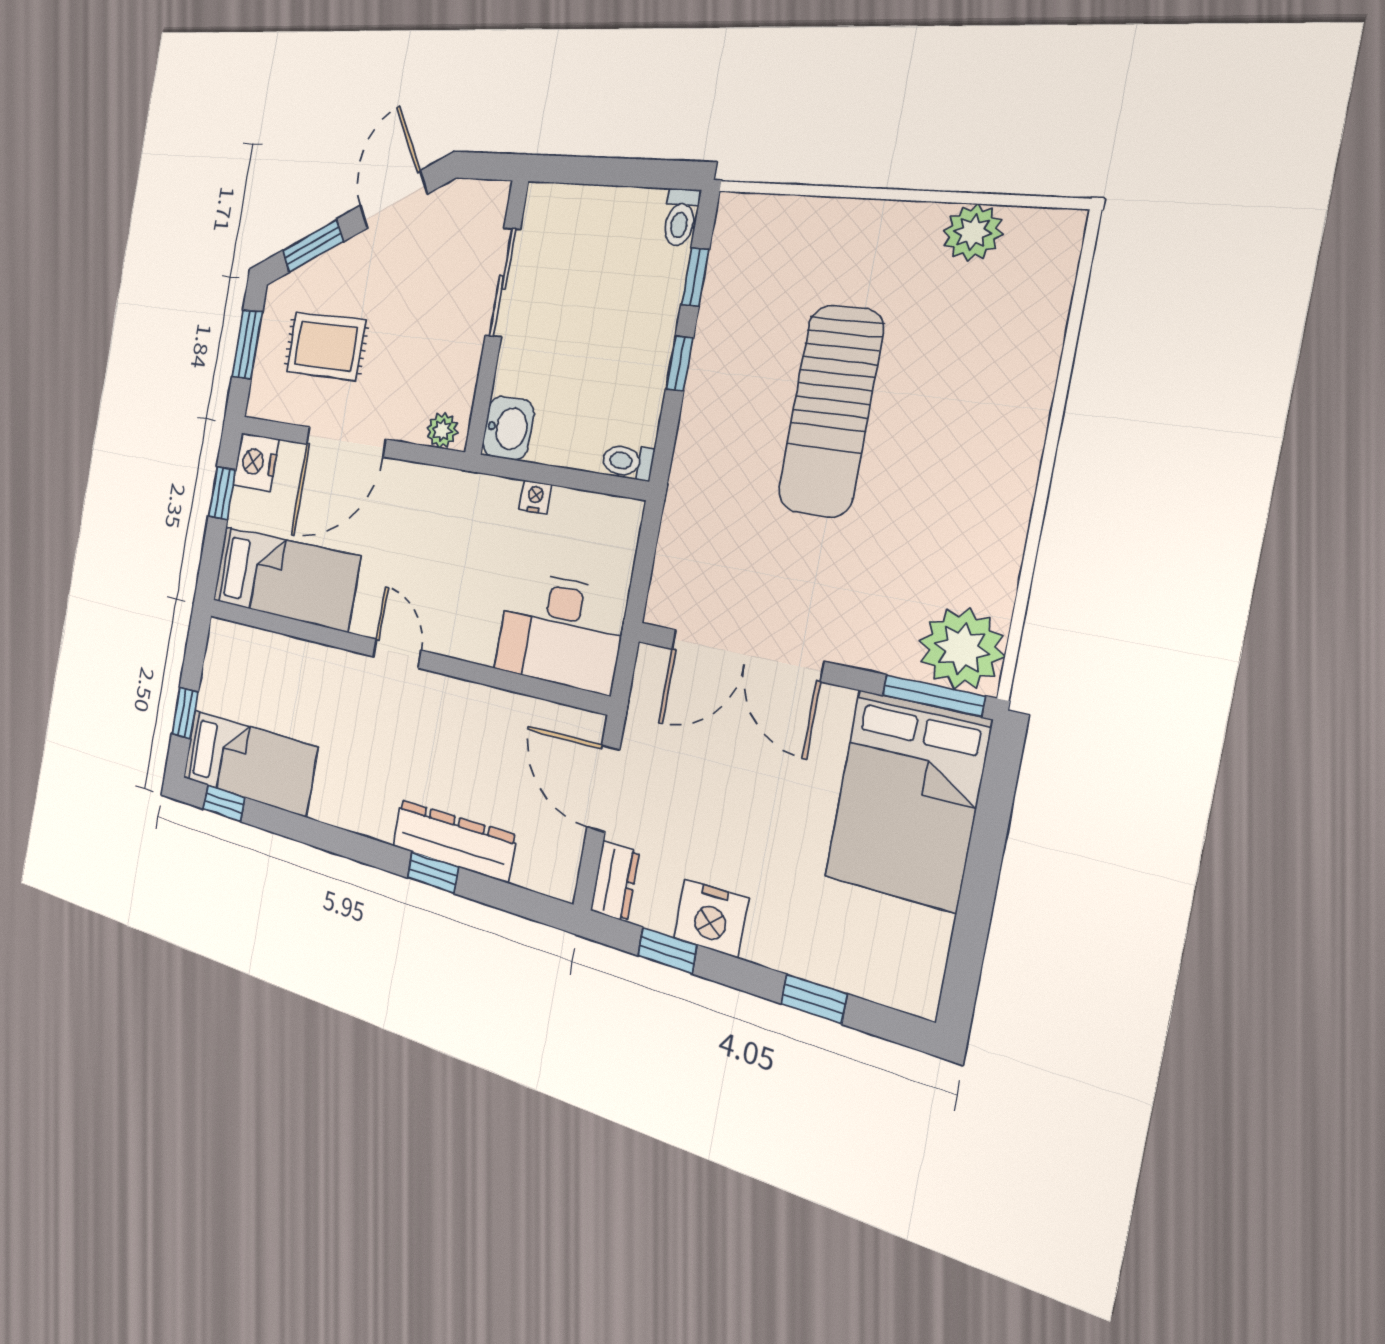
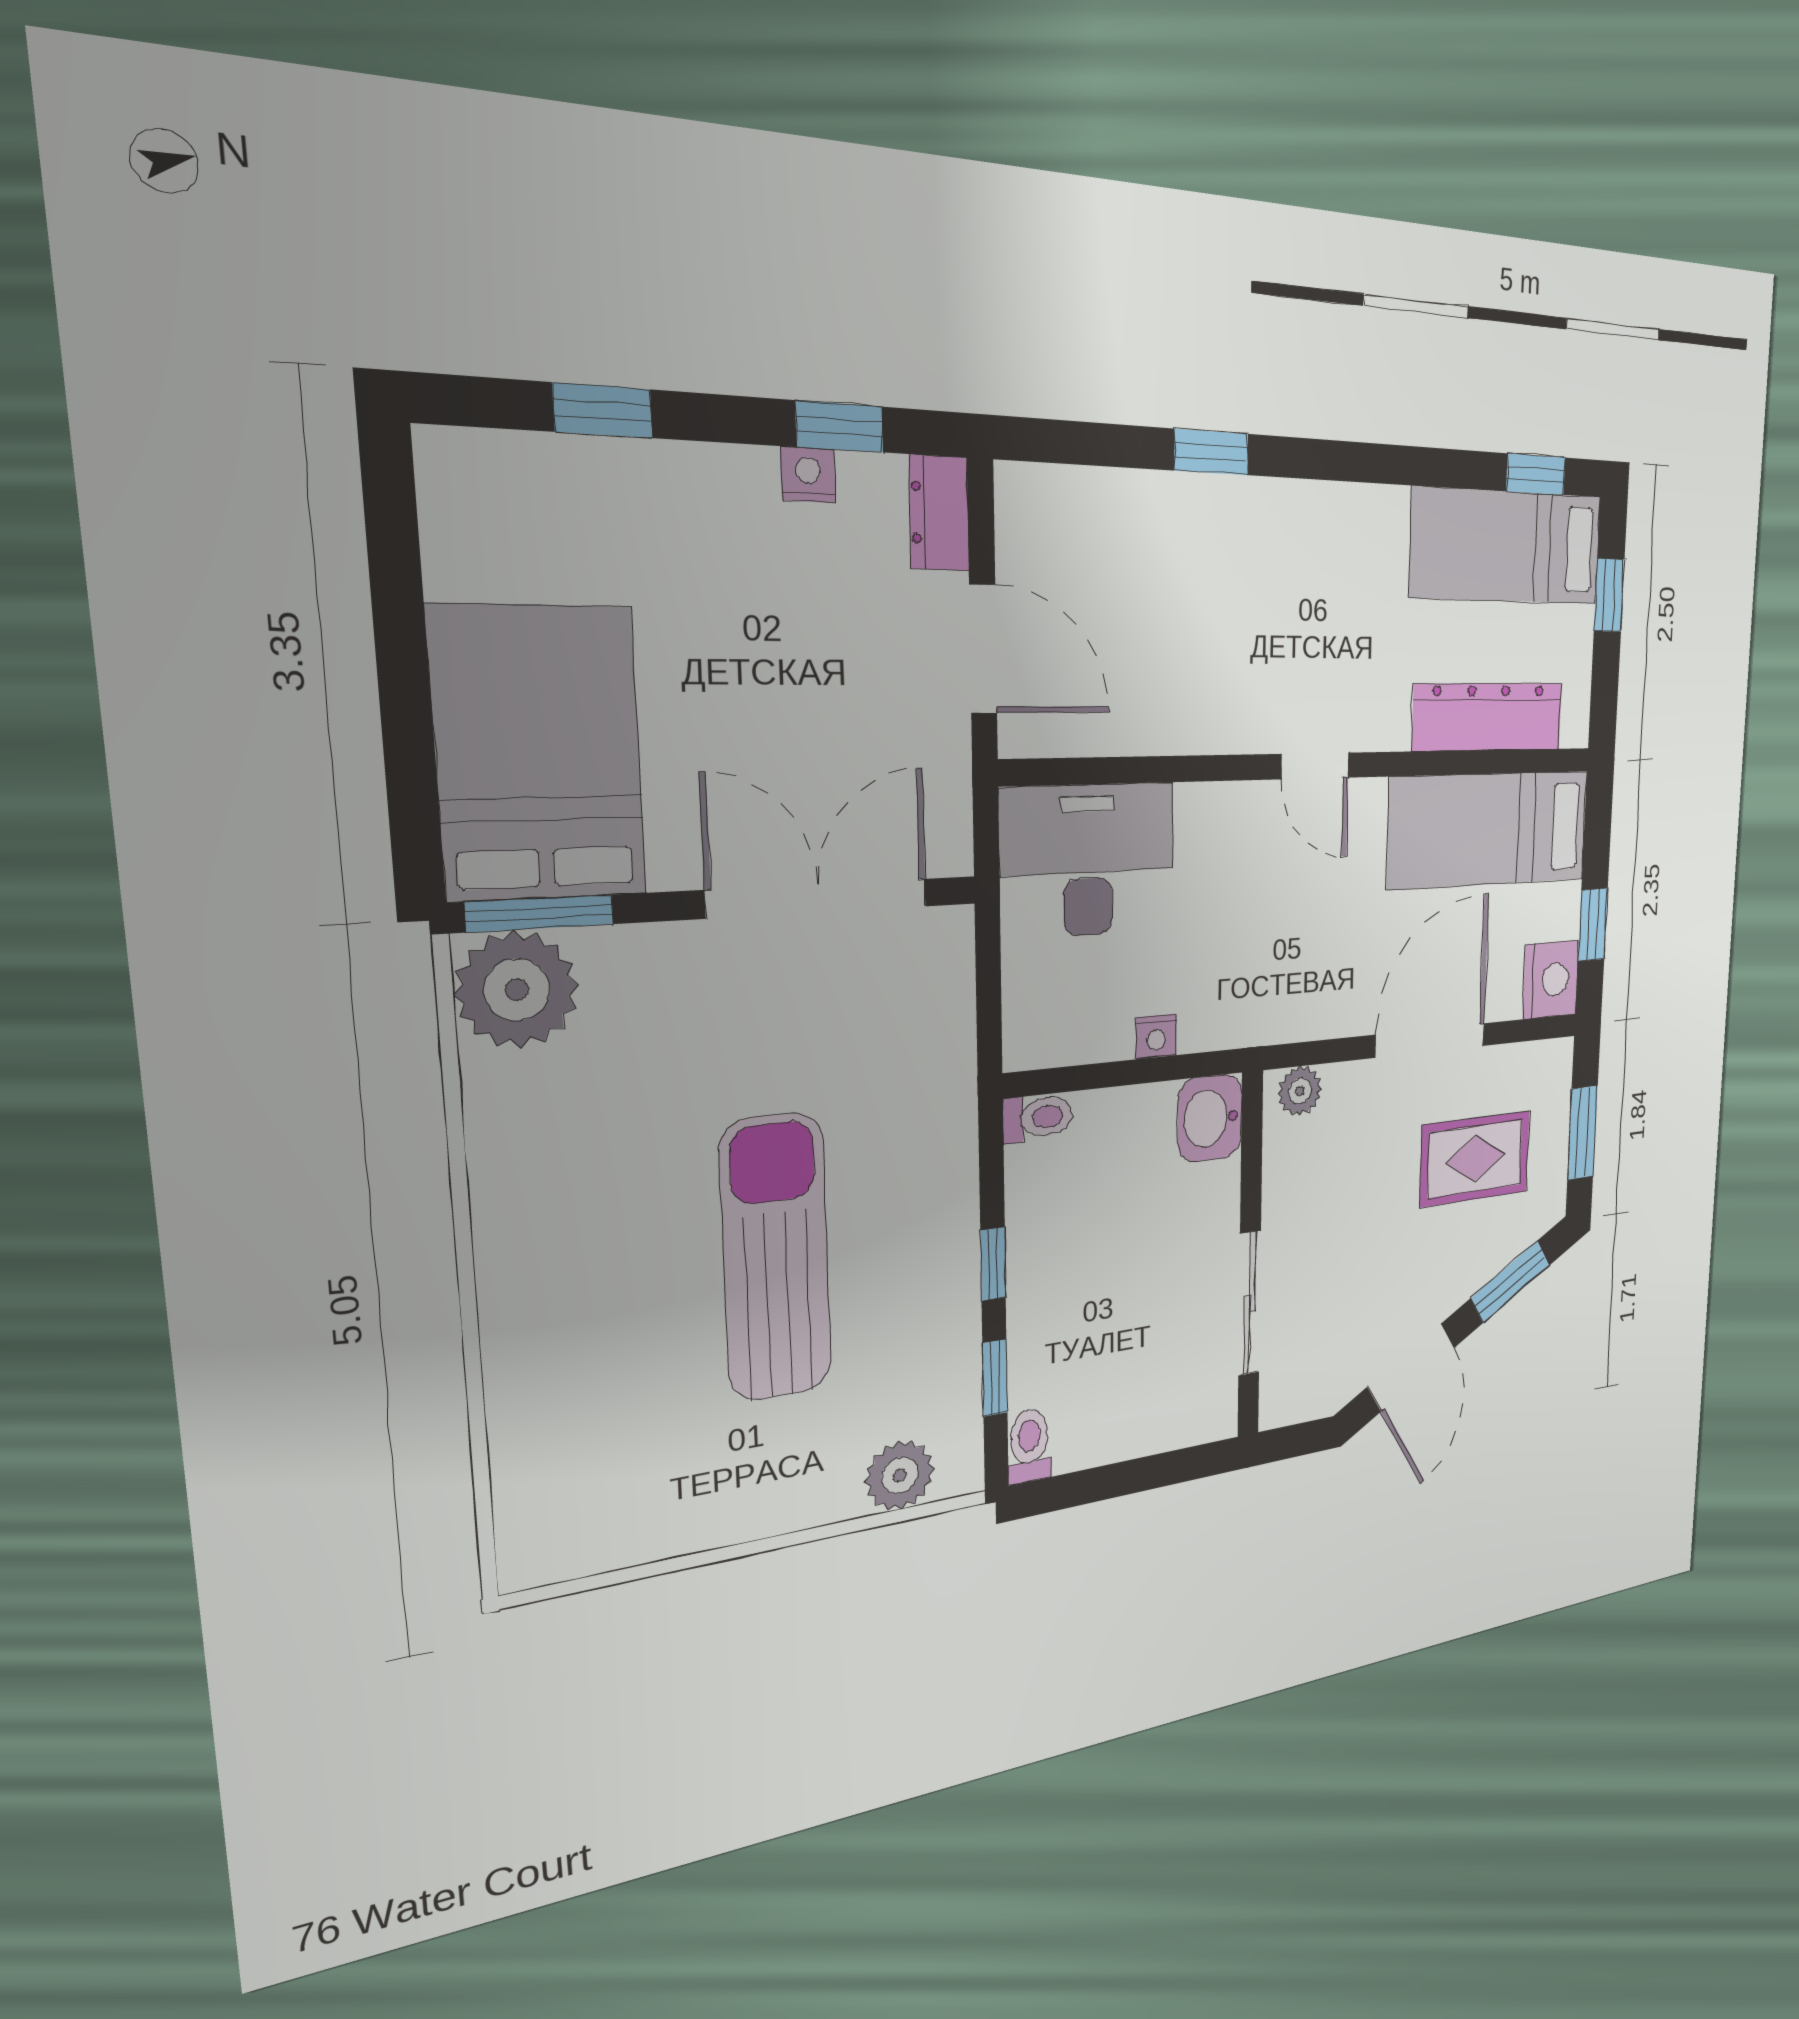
plant: (973, 233) -> (900, 1475), moved
dresser: (453, 841) -> (1488, 717), moved, turned 180
nightstand: (711, 918) -> (808, 475), width x0.53, depth x0.56

